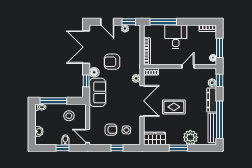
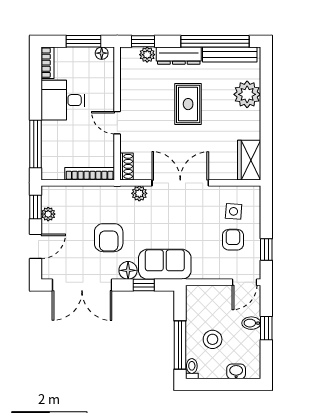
desk: (176, 37) -> (63, 100), moved
door: (188, 66) -> (117, 123), moved
rug: (174, 107) -> (188, 104), moved
stool: (69, 116) -> (213, 339), moved
window: (117, 148) -> (266, 249), moved
window: (178, 148) -> (266, 116), removed

